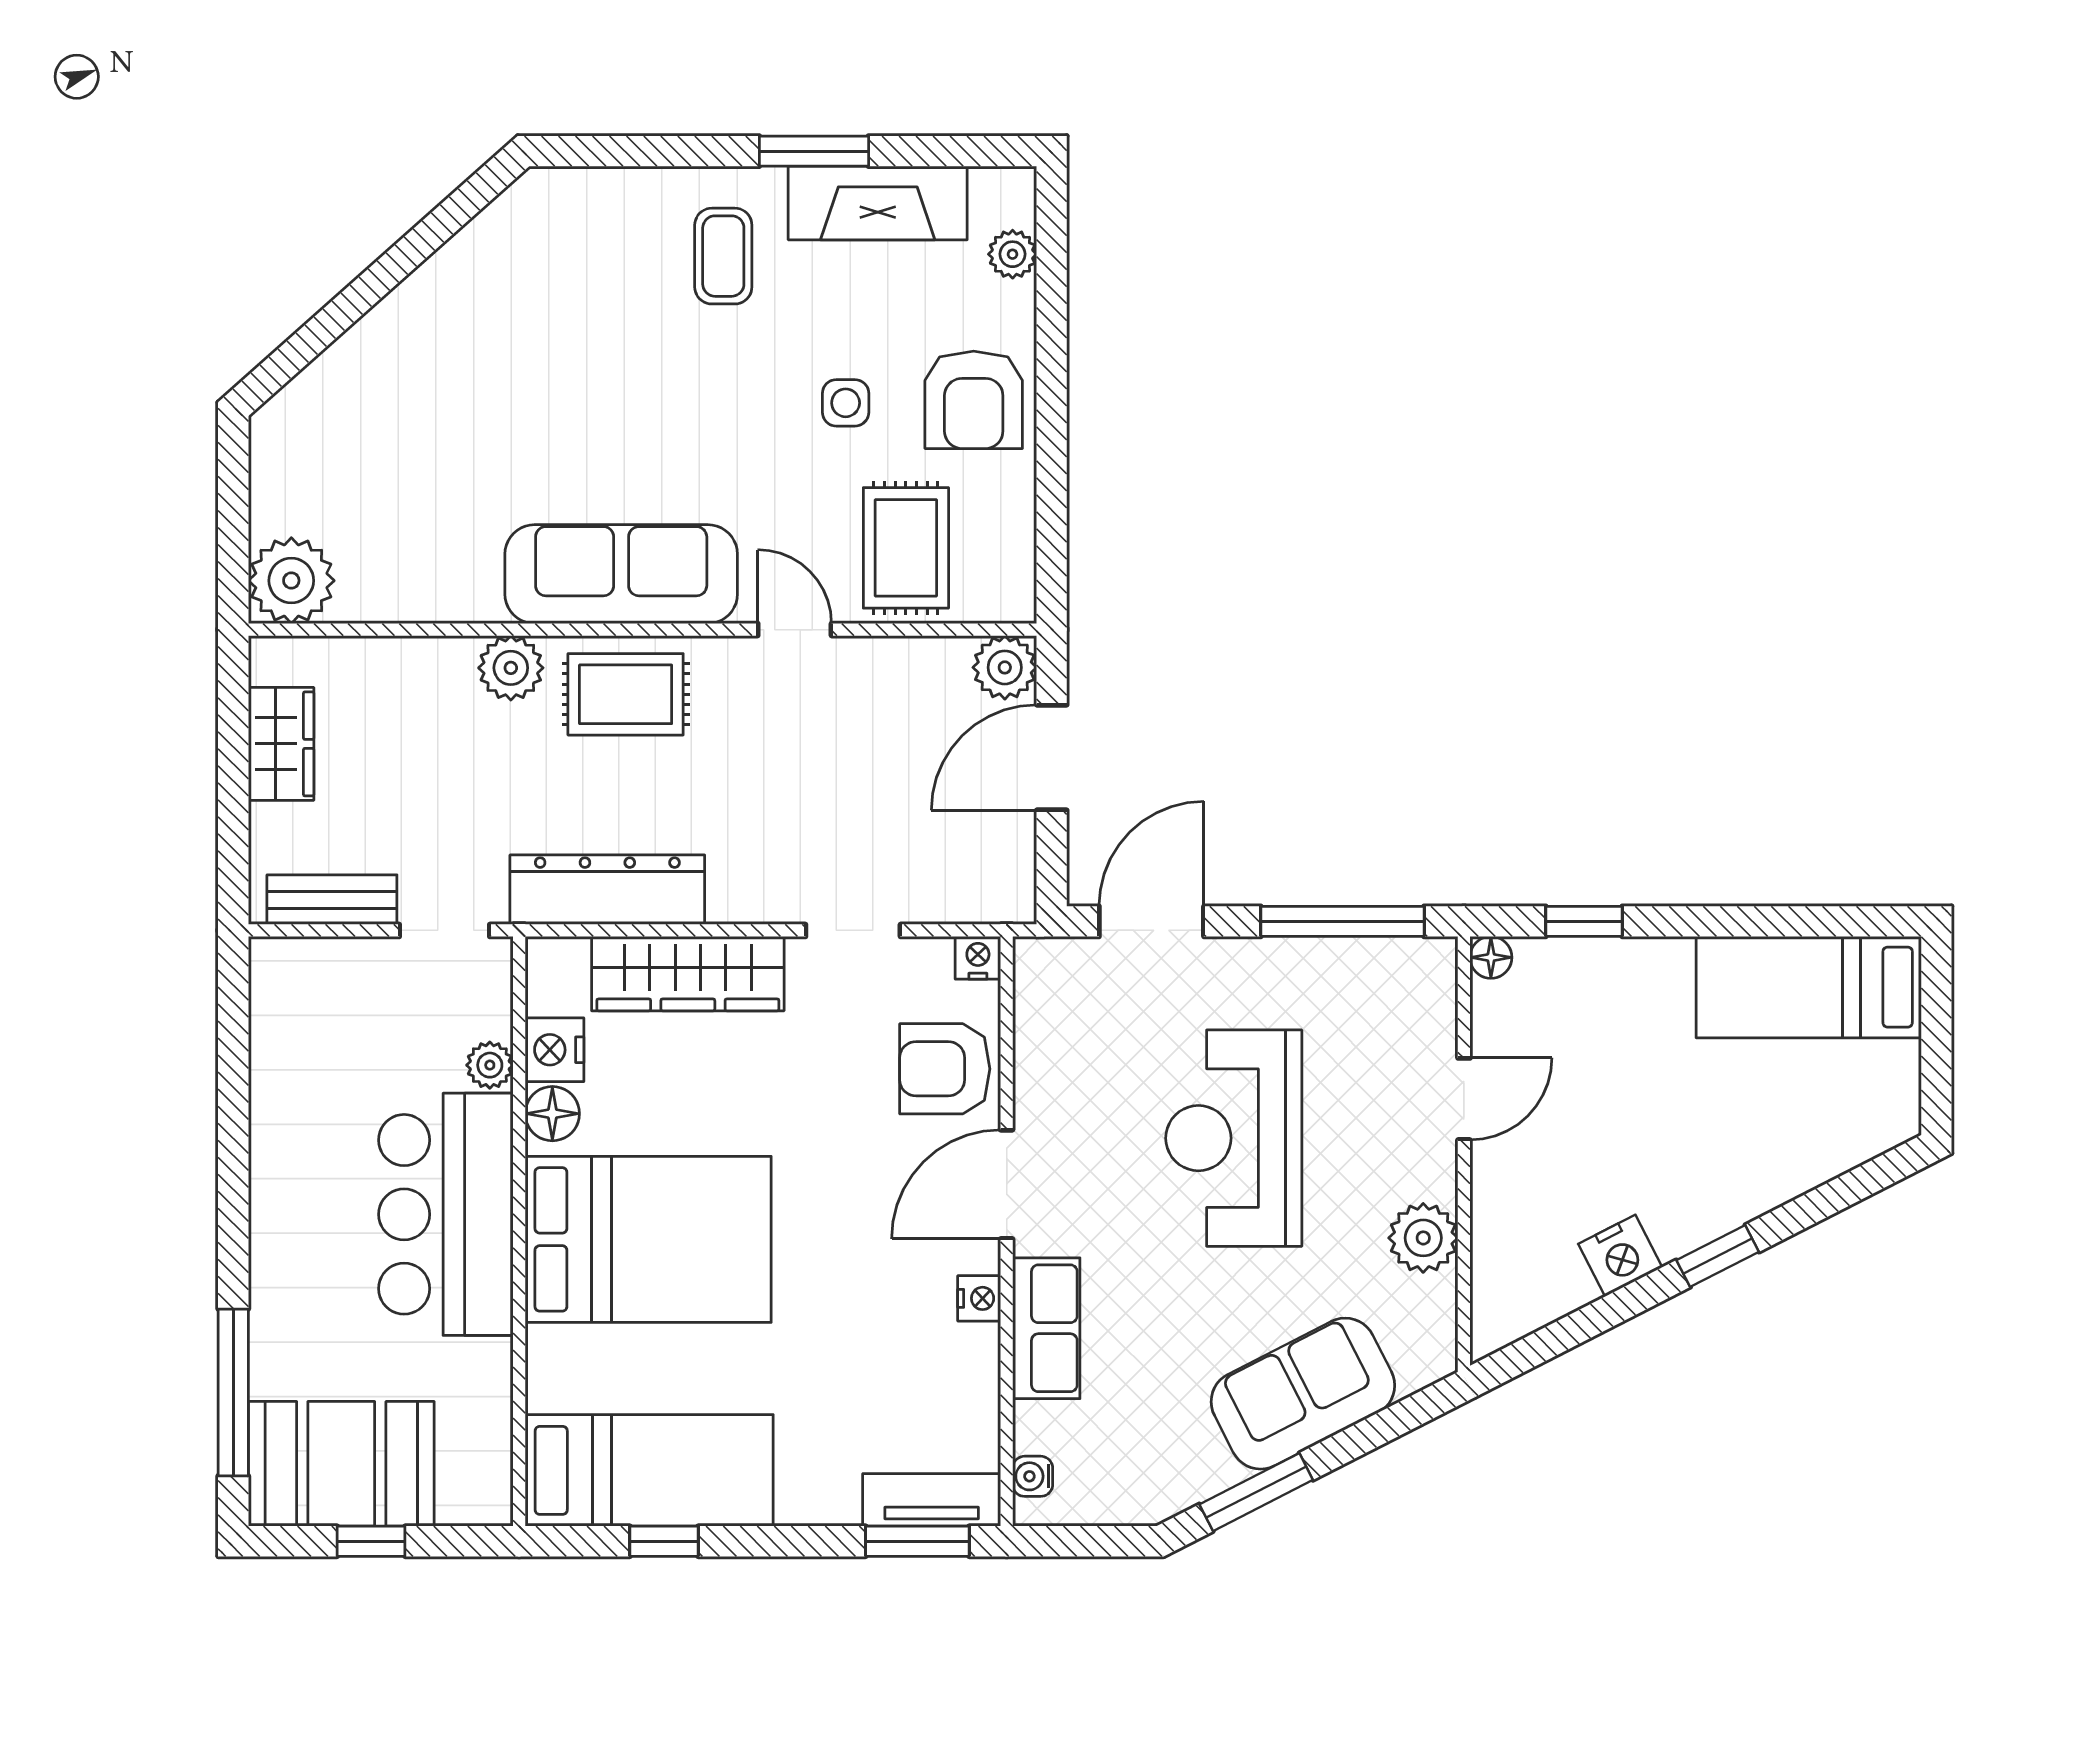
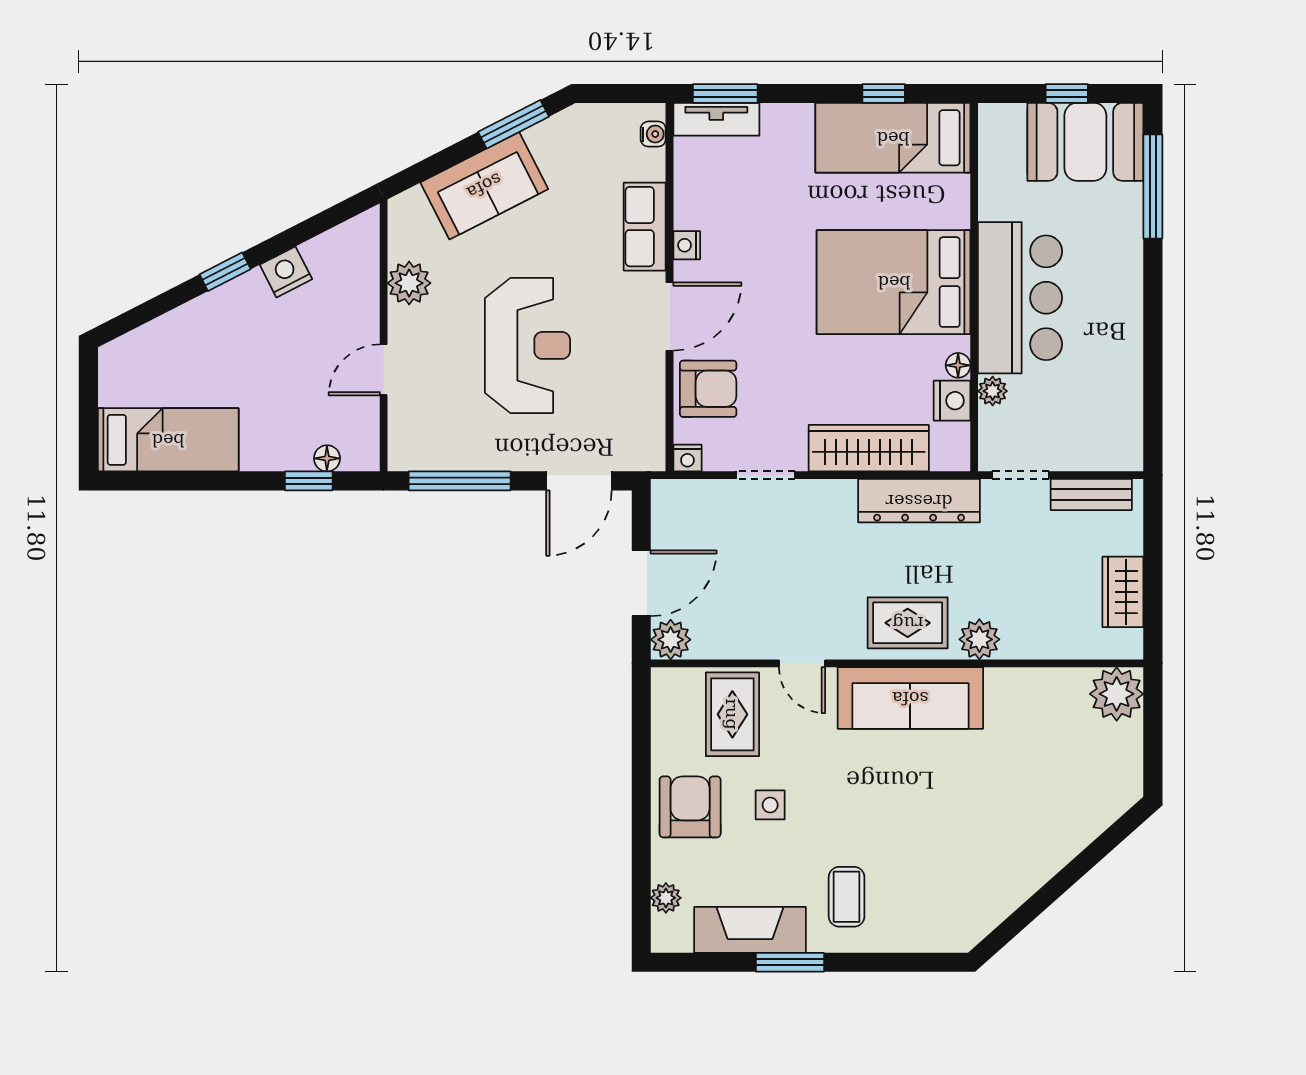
floor lamp: (1491, 957) -> (327, 458), moved
floor lamp: (552, 1114) -> (958, 365), width x0.73, depth x0.73

